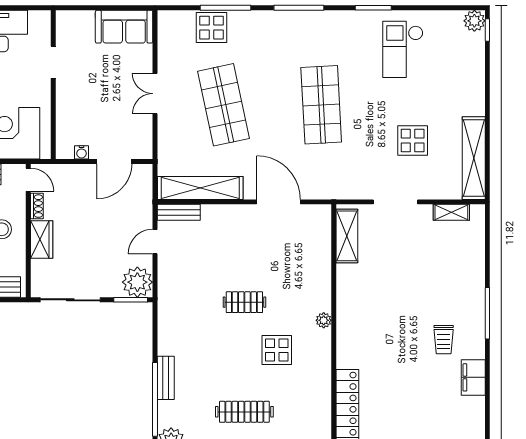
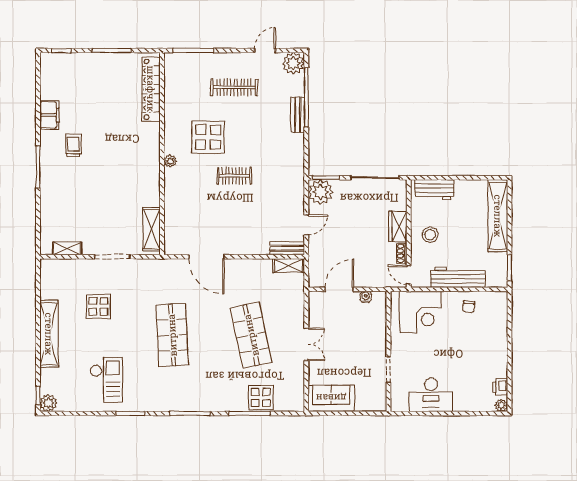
shelving: (474, 158) -> (49, 334), moved
shelving: (200, 188) -> (289, 266), width x0.45, depth x0.75
display table: (277, 350) -> (208, 137), width x1.36, depth x1.36

